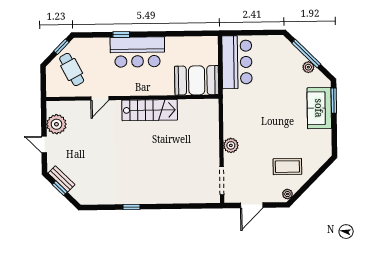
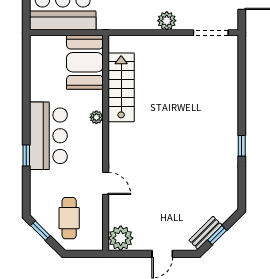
cafe table: (72, 70) -> (69, 218), turned -62
plant: (153, 90) -> (96, 117), added
stairs: (150, 110) -> (121, 87), moved
plant: (56, 124) -> (121, 238), moved

